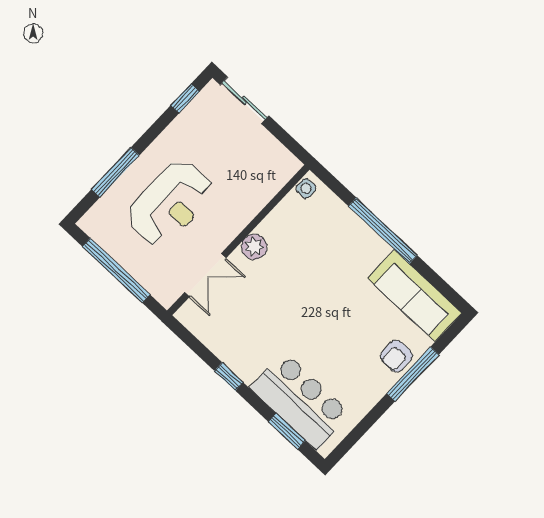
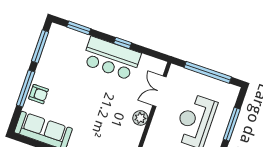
armchair: (396, 356) -> (39, 94), turned 90
bar counter: (300, 401) -> (111, 58), moved
window: (360, 429) -> (40, 46), added

